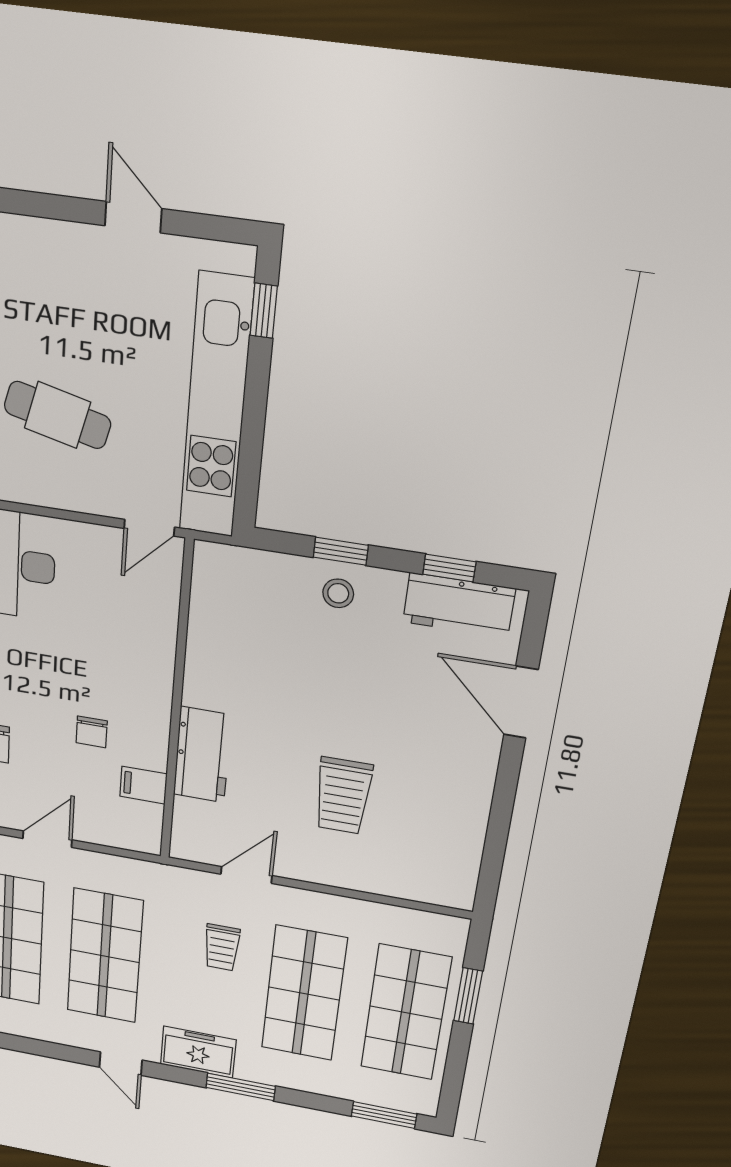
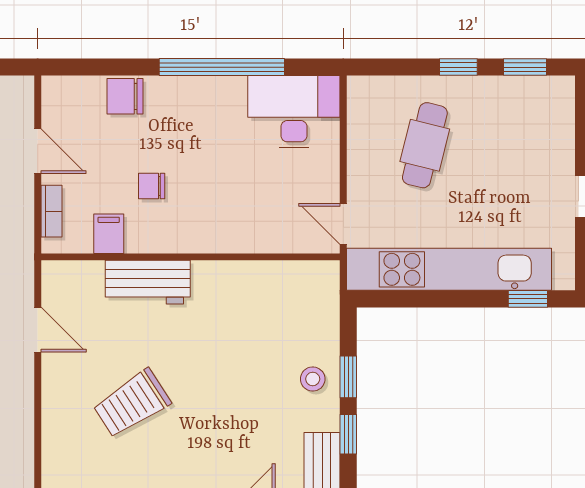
window: (449, 568) -> (348, 434), moved
trolley: (343, 796) -> (132, 403), turned -33
bookcase: (114, 838) -> (51, 211), added

